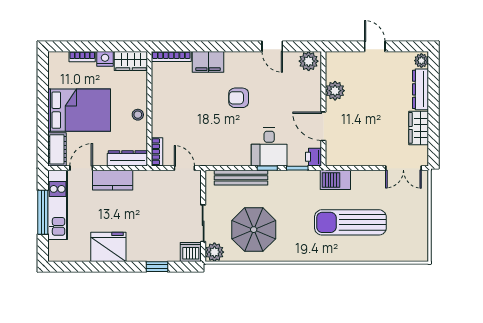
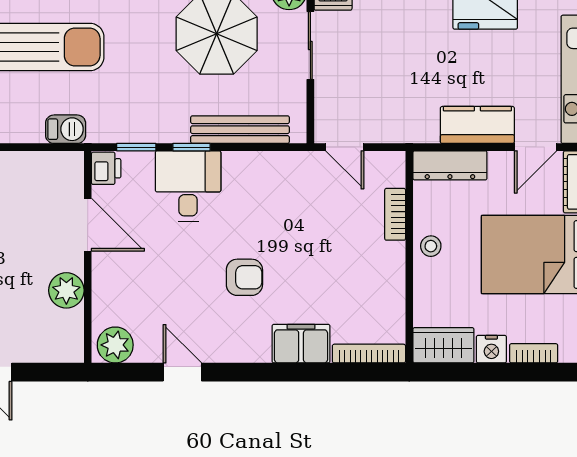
bookcase: (157, 152) -> (395, 214), moved
barbecue: (335, 180) -> (66, 129), width x0.73, depth x0.79

